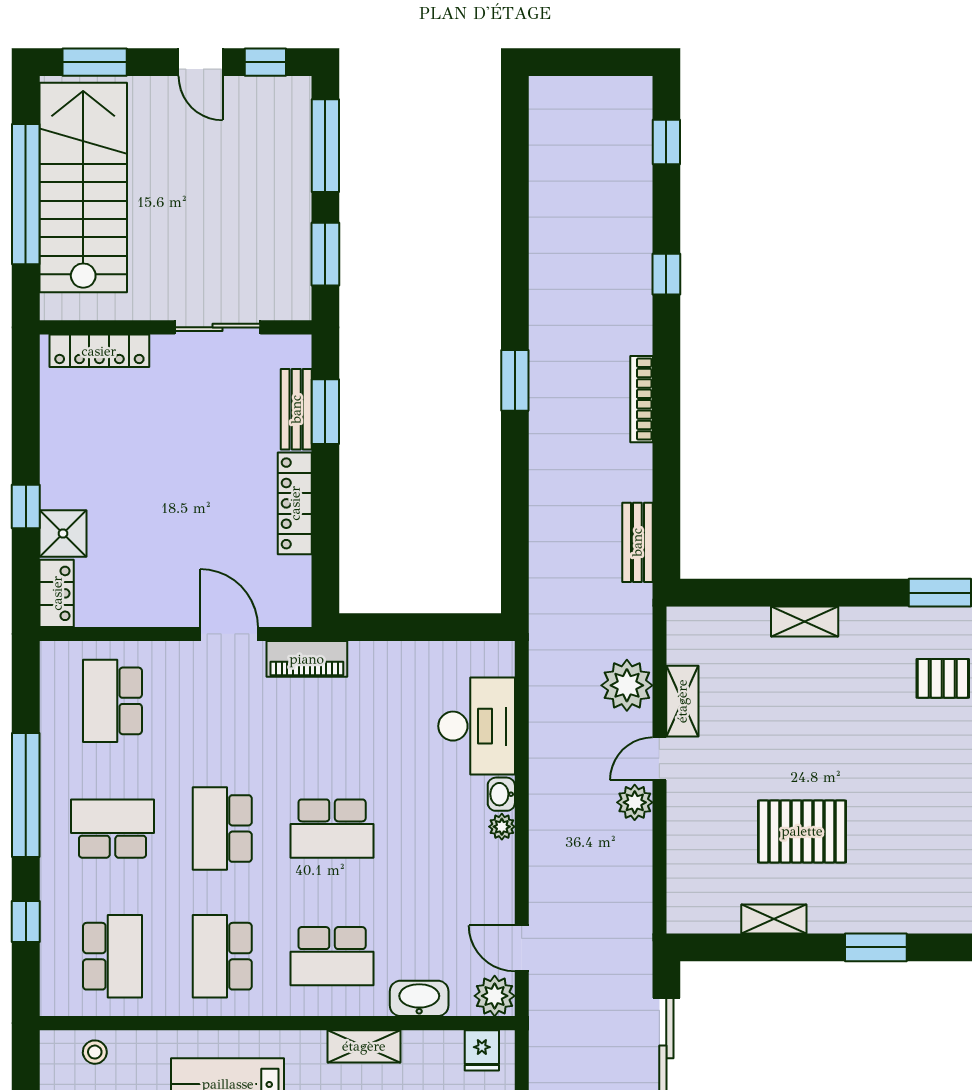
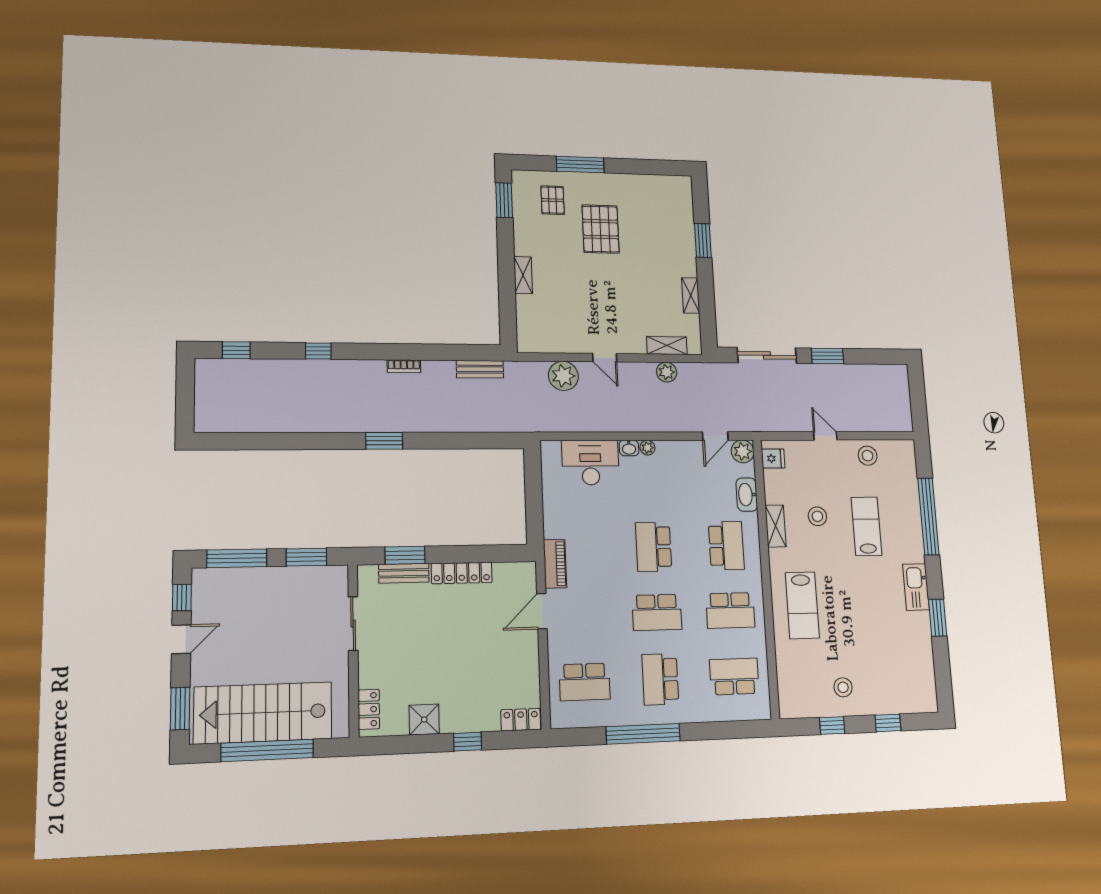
locker: (99, 351) -> (369, 709), width x0.66
bookcase: (642, 399) -> (404, 366), width x0.64
shower: (63, 533) -> (424, 719), moved
shelving: (682, 701) -> (667, 345), moved
plant: (635, 802) -> (667, 372), moved
school desk: (332, 829) -> (654, 547), turned 180
pallet: (802, 831) -> (601, 229), moved
window: (26, 921) -> (717, 730), removed
stool: (95, 1052) -> (790, 685), removed

